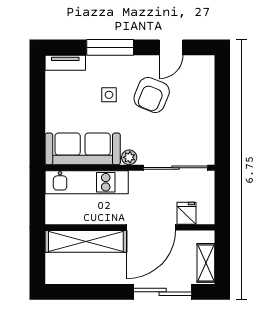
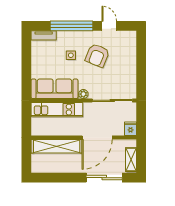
window: (110, 47) -> (72, 26), width x1.46
door: (171, 47) -> (109, 26), swing flipped
fridge: (186, 213) -> (131, 129), moved

